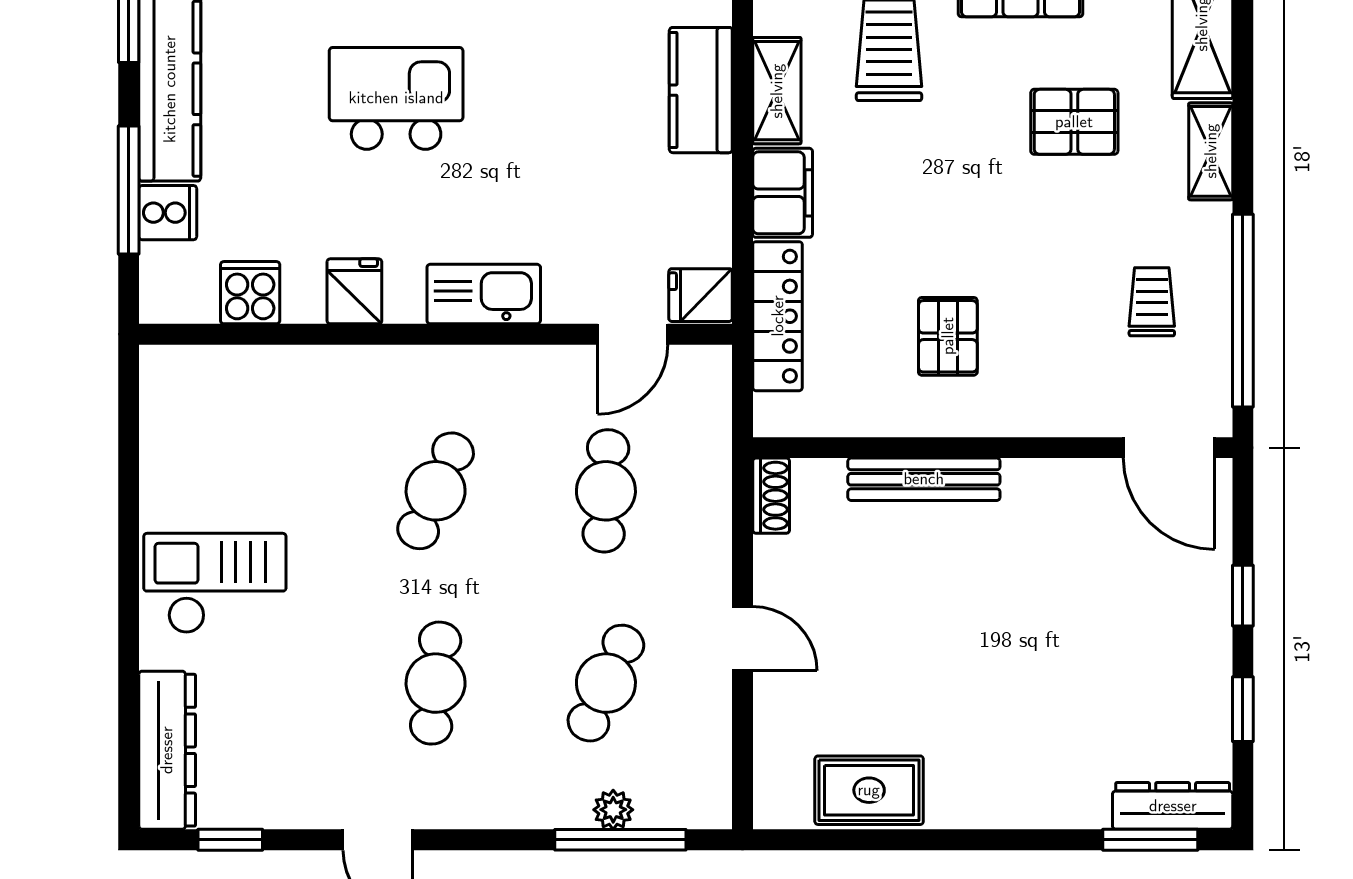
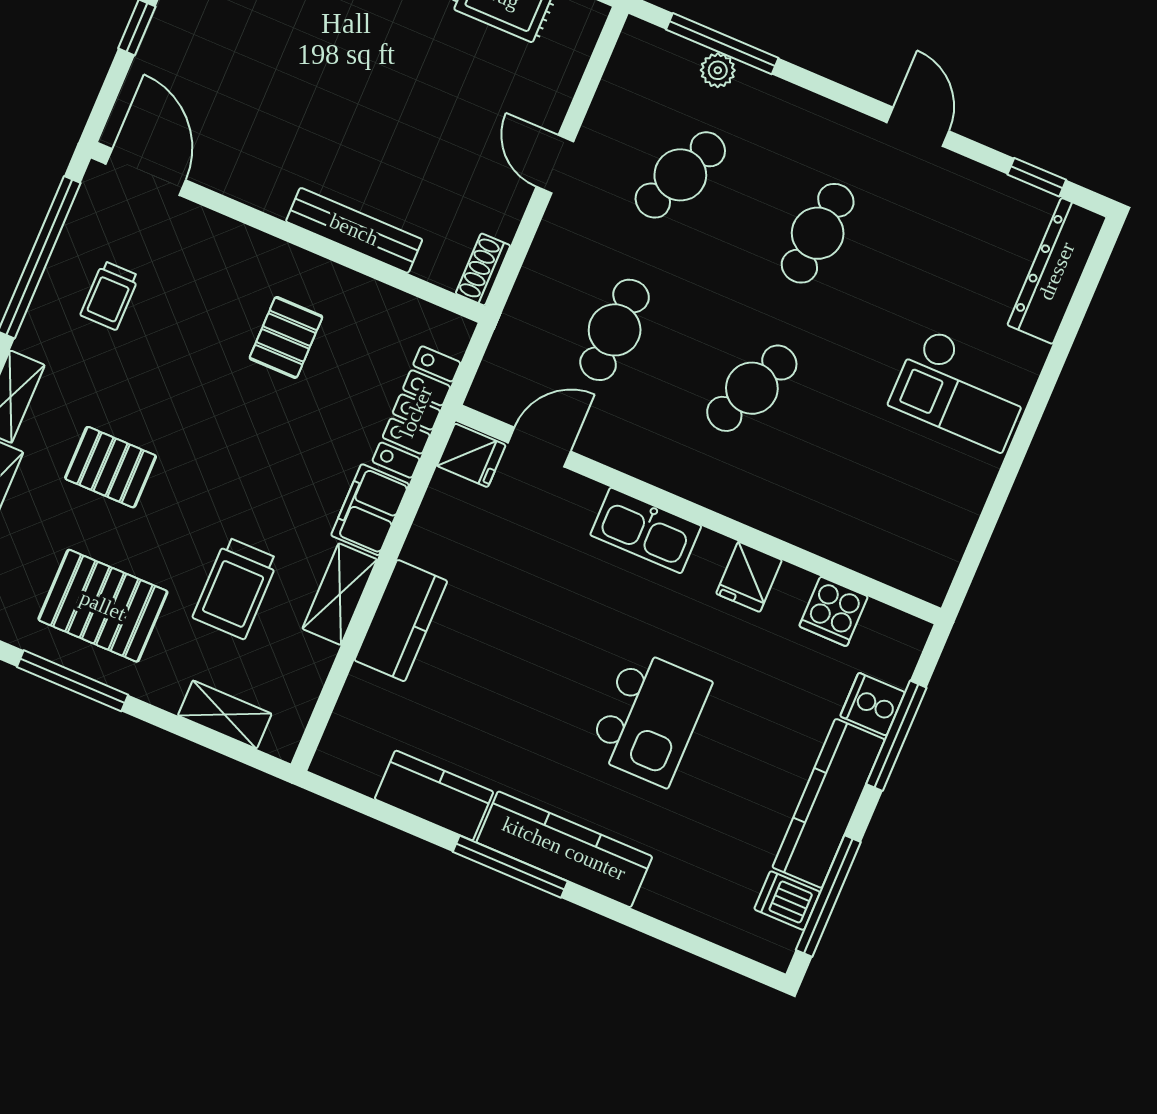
kitchen island: (396, 98) -> (649, 718), turned -90

